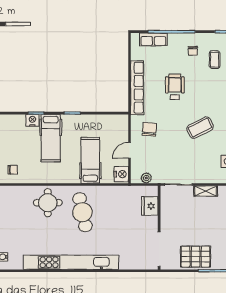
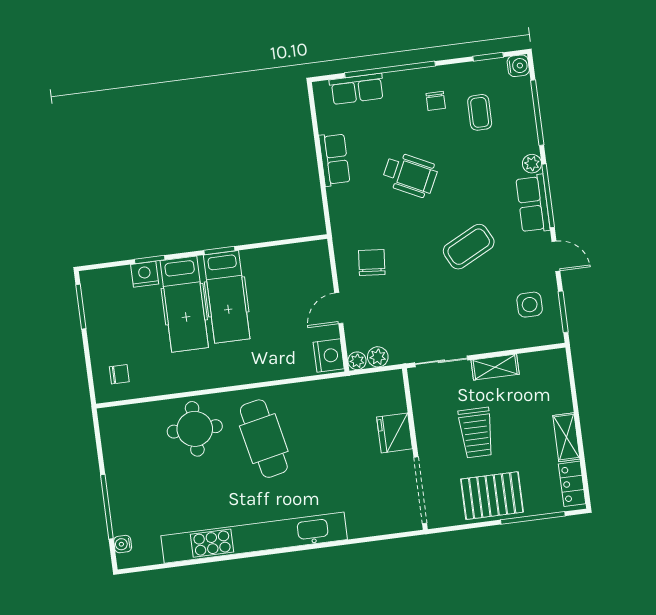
wheelchair: (175, 87) -> (410, 175), turned 116
row of seats: (137, 88) -> (334, 159), width x0.50
hospital bed: (90, 160) -> (227, 297), moved, turned 180
plant: (135, 179) -> (357, 361), added
fridge: (150, 206) -> (395, 433), moved
trolley: (192, 223) -> (476, 433), added

